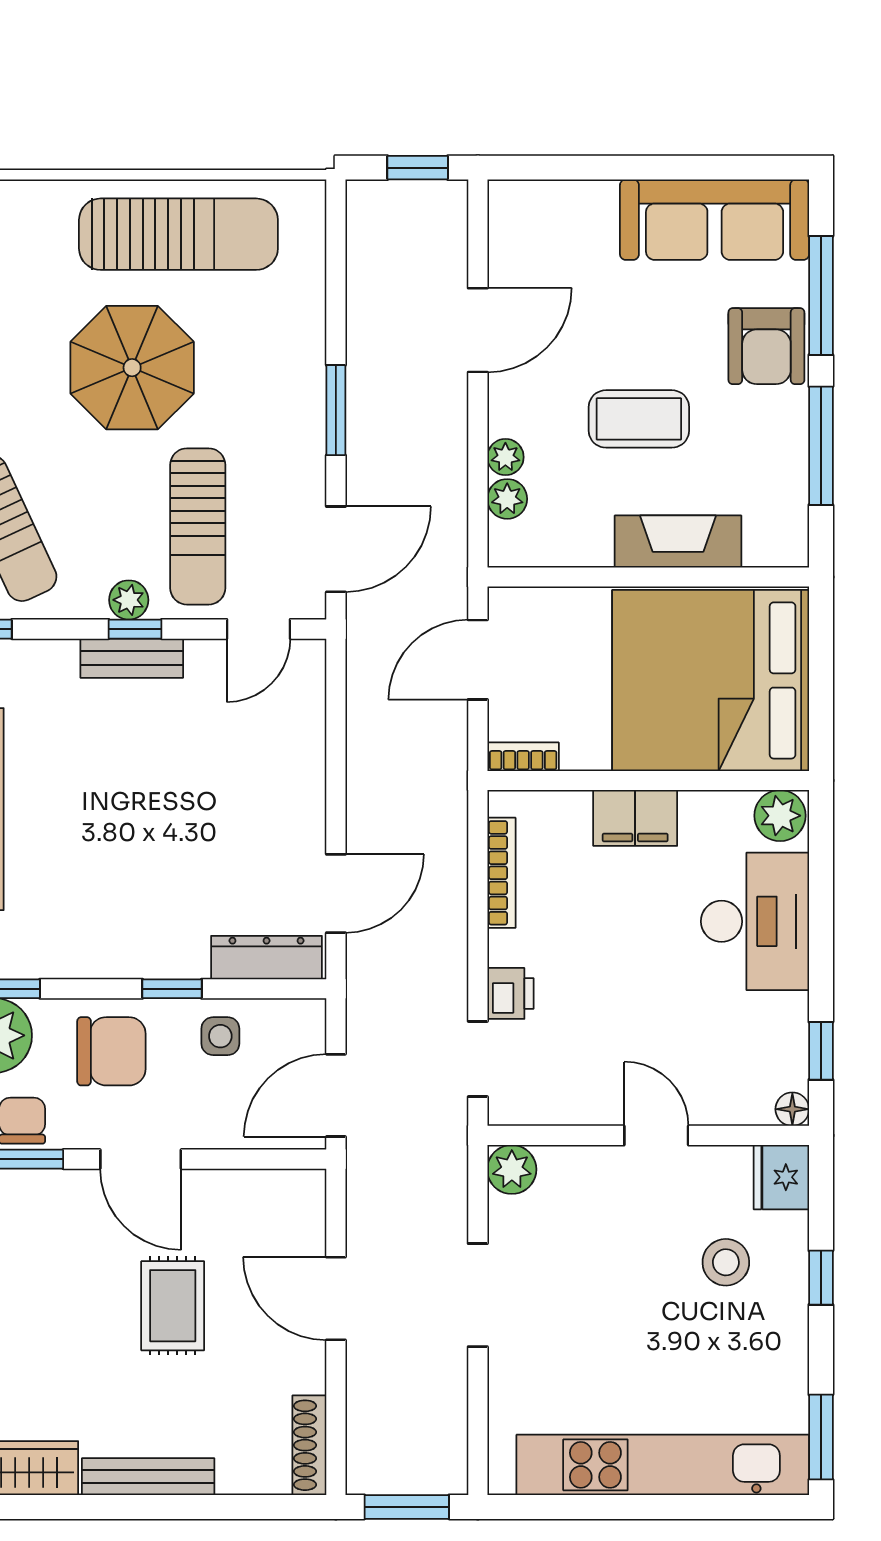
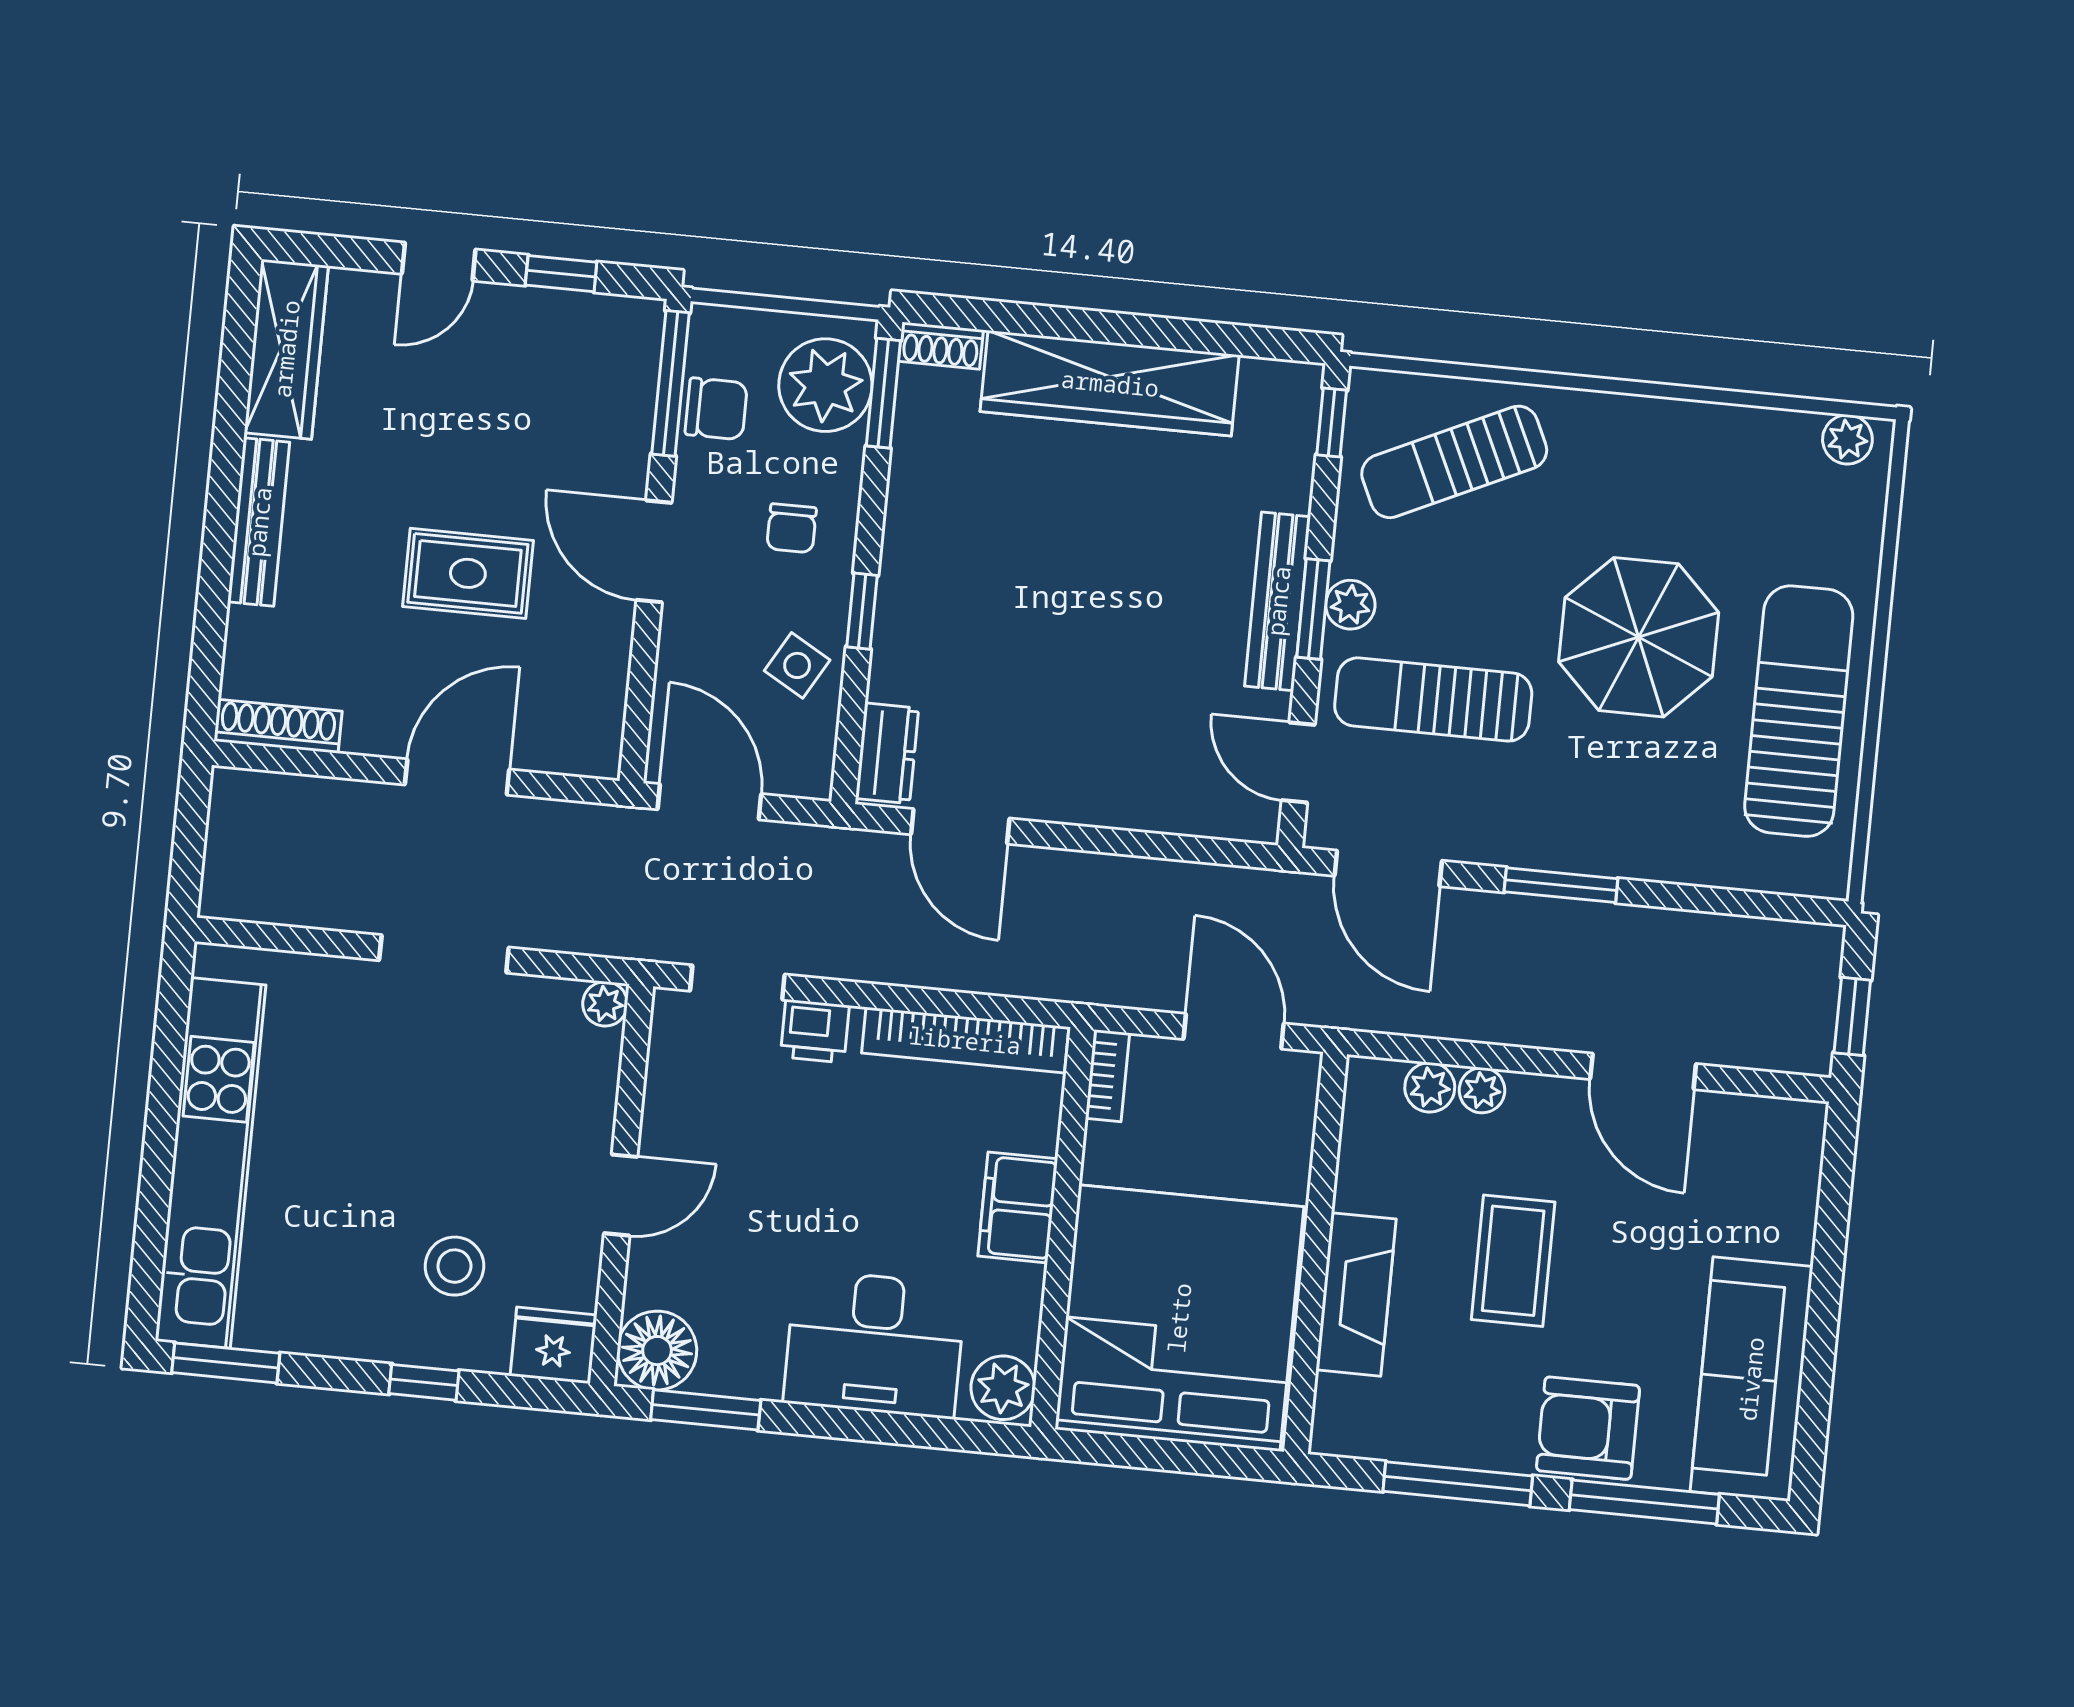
sun lounger: (178, 234) -> (1799, 711), turned 180
window: (135, 629) -> (1313, 609), width x1.50
bench: (132, 658) -> (1278, 601), width x1.36
bookcase: (501, 873) -> (965, 1040), width x1.48, depth x1.31
dresser: (267, 958) -> (887, 753), width x0.70
side table: (220, 1036) -> (797, 665), turned 30
chair: (111, 1051) -> (792, 528), width x0.54, depth x0.54
window: (821, 1051) -> (706, 1410), width x1.50
floor lamp: (792, 1109) -> (657, 1351), width x1.89, depth x1.89
door: (141, 1159) -> (654, 551), hinge flipped
plant: (512, 1169) -> (605, 1004), width x0.73, depth x0.73
window: (407, 1507) -> (189, 840), removed

